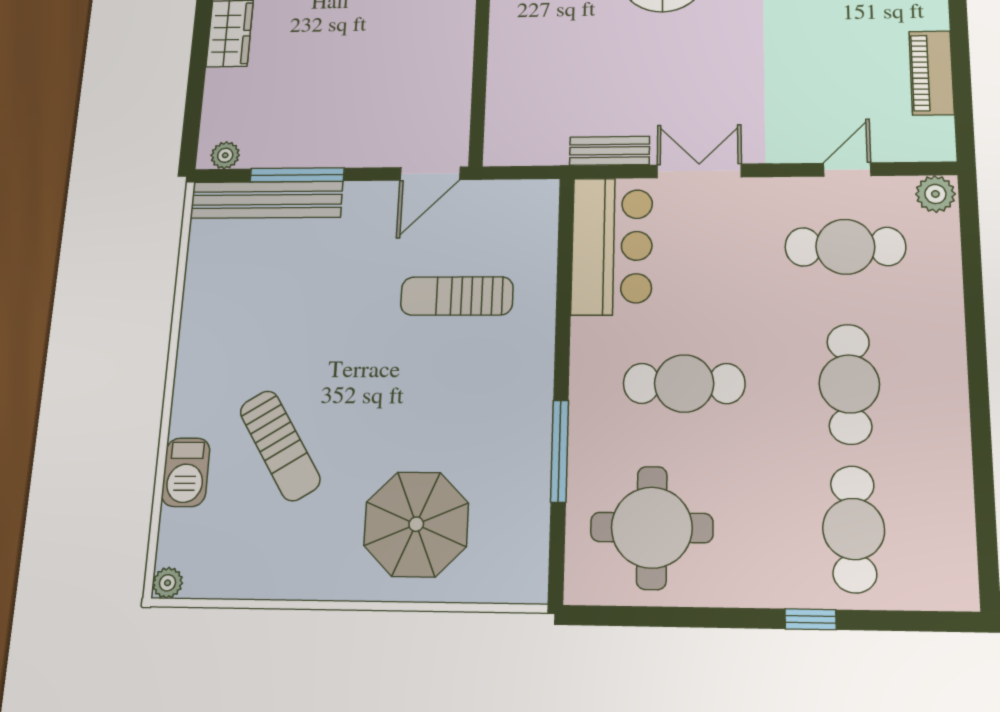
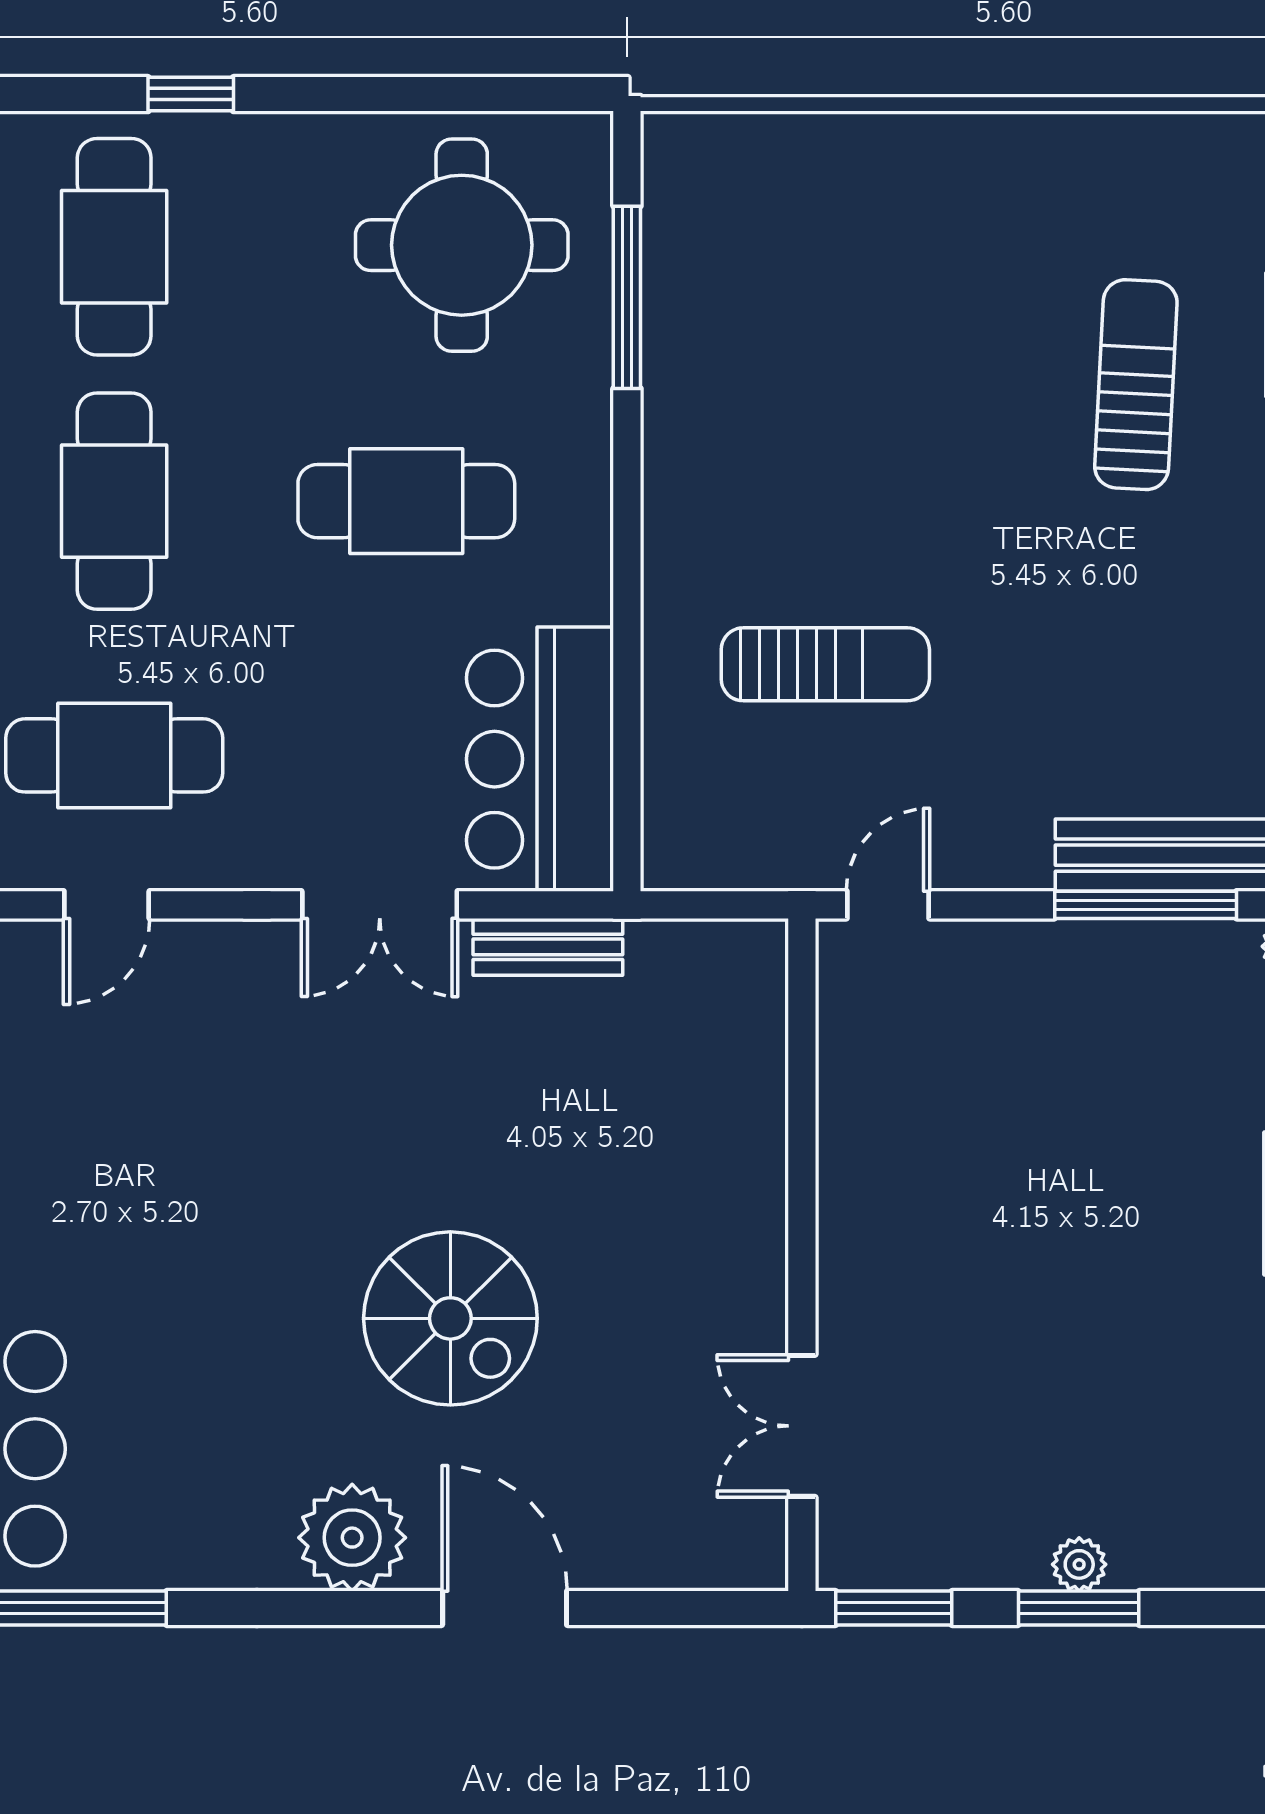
door: (430, 174) -> (888, 905), width x0.73
sun lounger: (280, 446) -> (1136, 385), turned 35
window: (560, 451) -> (627, 297), moved
parasol: (416, 524) -> (878, 246), removed

